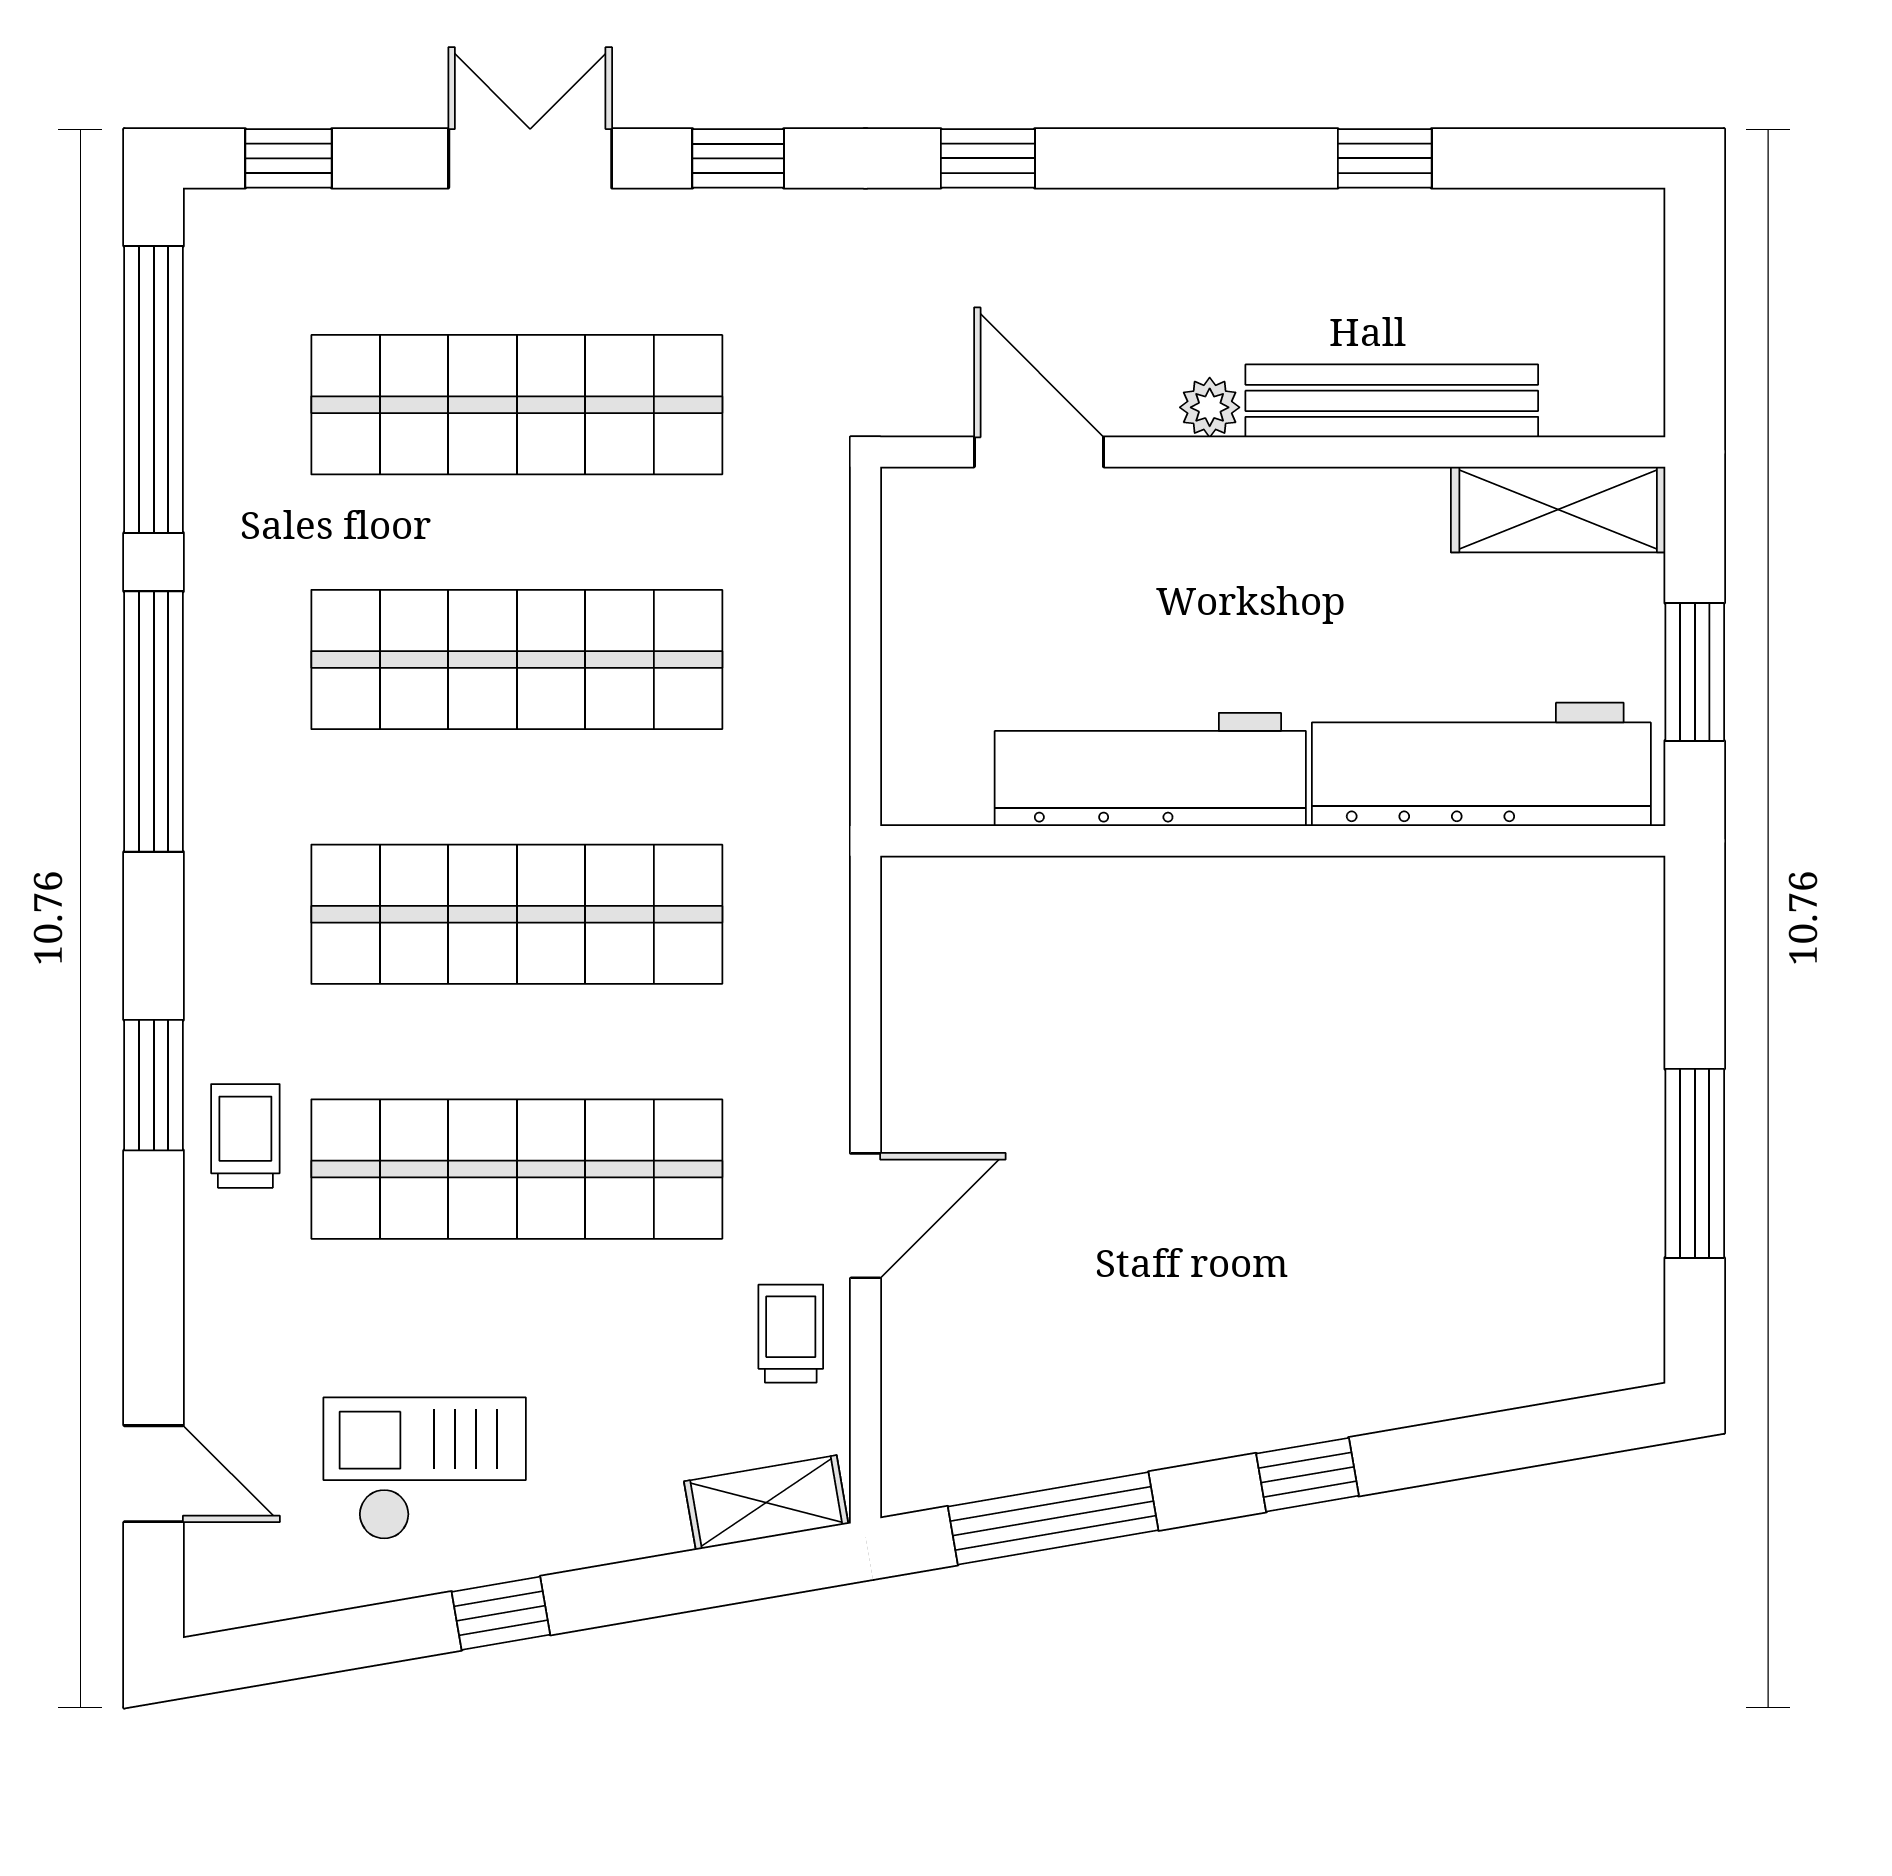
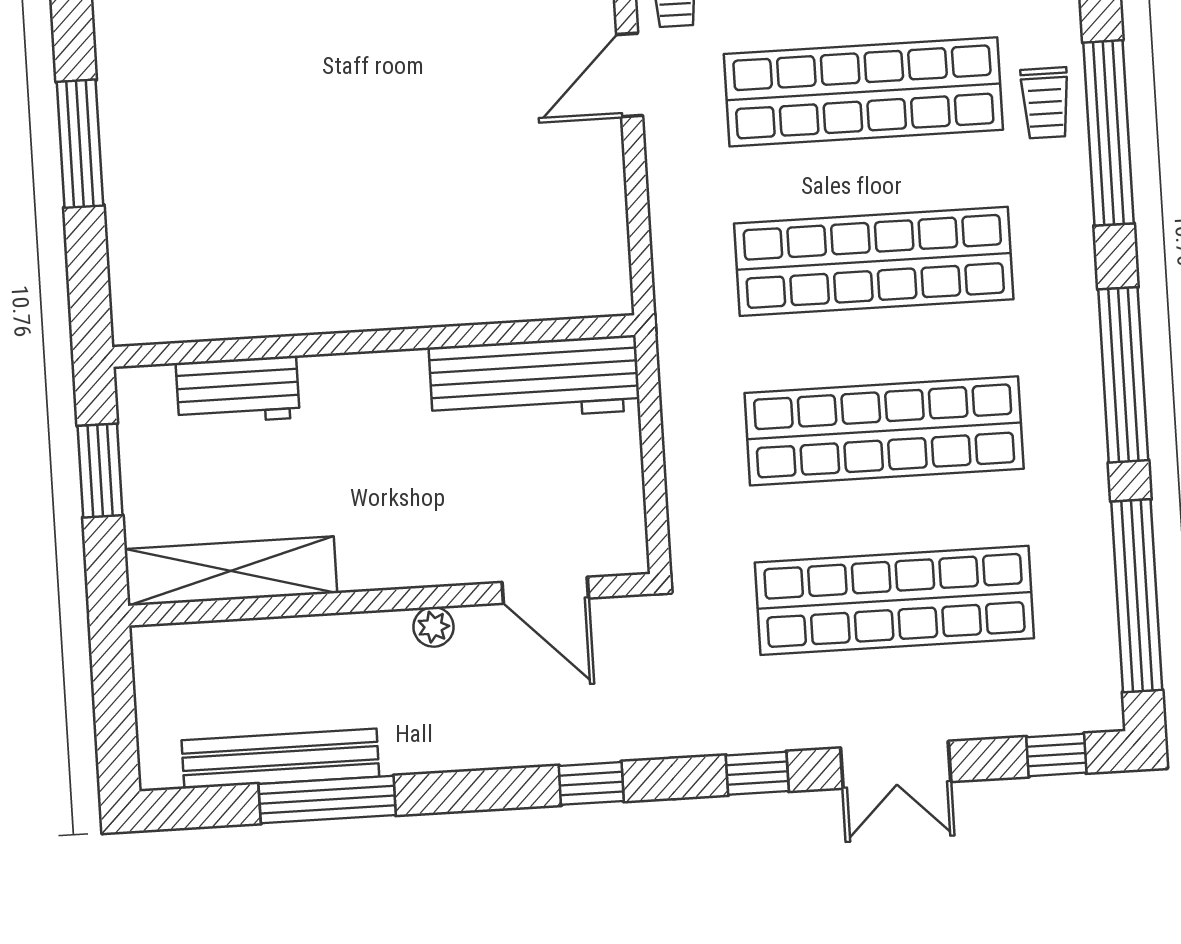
window: (1385, 158) -> (327, 800), width x2.17
bench: (1392, 401) -> (280, 759), moved
shelving: (1558, 510) -> (231, 571), width x1.47
workbench: (1481, 764) -> (238, 390), width x0.53, depth x0.76
workbench: (1150, 769) -> (534, 379), moved
window: (154, 1085) -> (1108, 133), width x2.11

